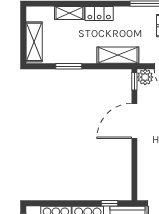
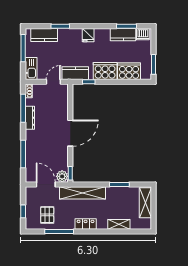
locker: (99, 14) -> (86, 224), moved
shelving: (118, 55) -> (83, 193), width x1.47
door: (134, 121) -> (70, 133), moved

